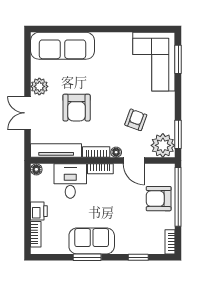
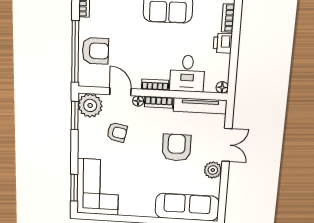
armchair: (136, 120) -> (117, 132), turned -98

